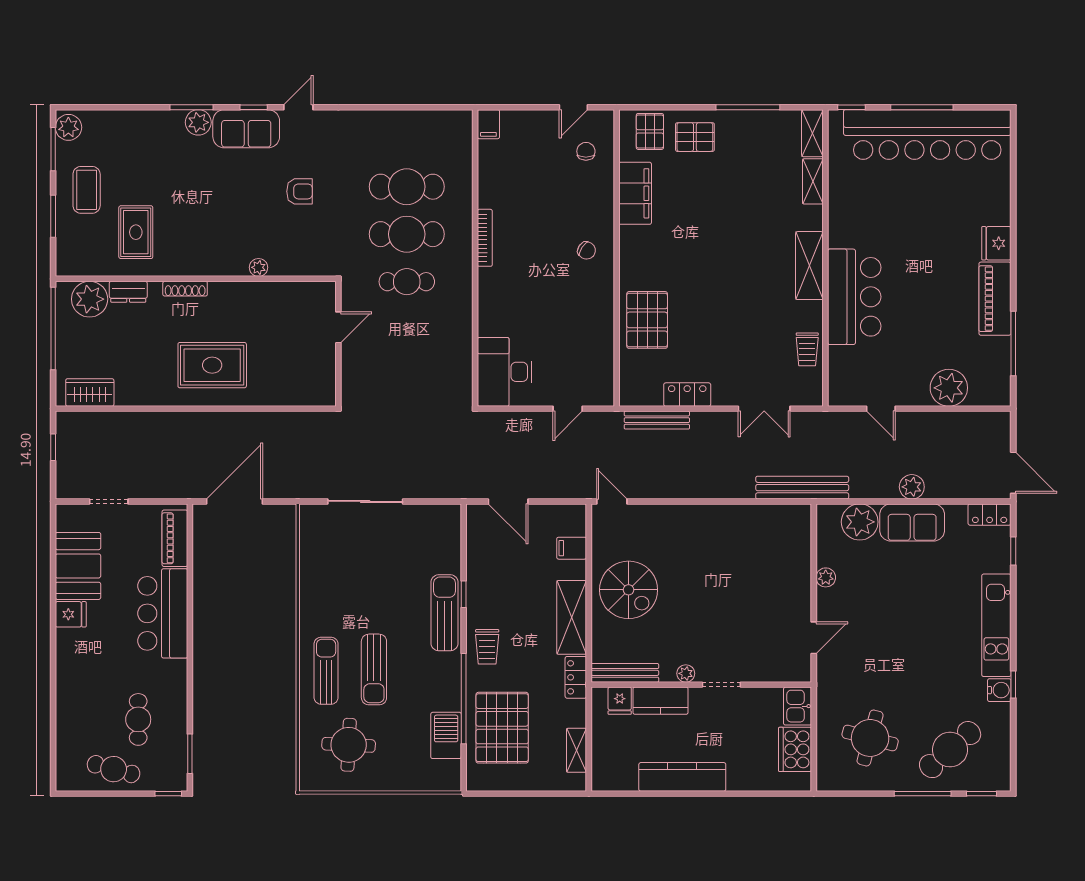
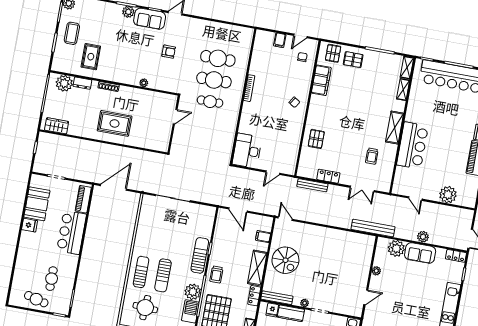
filing cabinet: (488, 124) -> (280, 40), moved
pallet: (647, 320) -> (316, 139), width x0.67, depth x0.71
trolley: (807, 349) -> (372, 156), moved
plant: (444, 693) -> (193, 292), added

